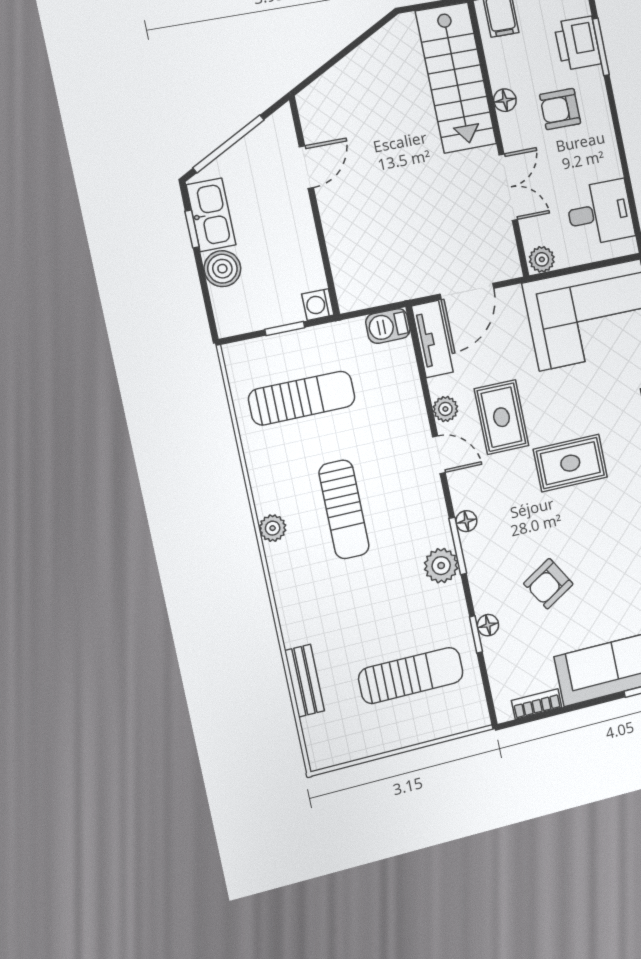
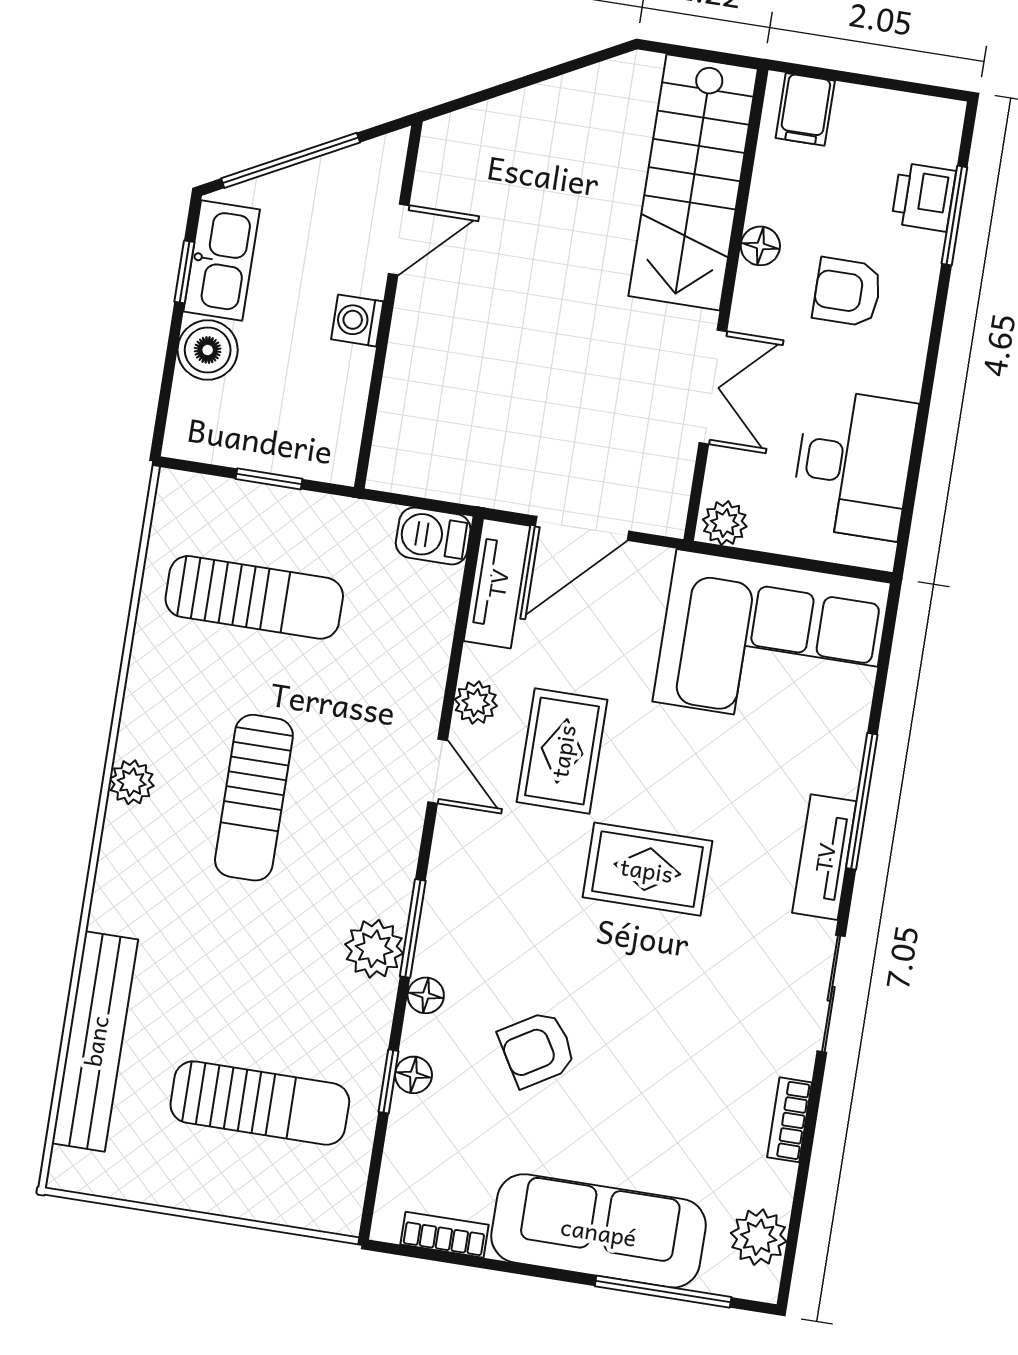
printer: (578, 43) -> (924, 197), width x0.73, depth x0.81
desk: (600, 213) -> (854, 464), width x1.37
washing machine: (318, 305) -> (357, 320), moved
floor lamp: (466, 521) -> (426, 995), moved
bench: (304, 681) -> (95, 1041), width x1.86, depth x1.21

